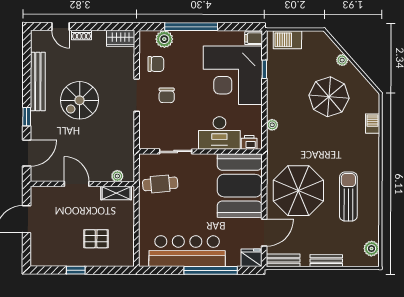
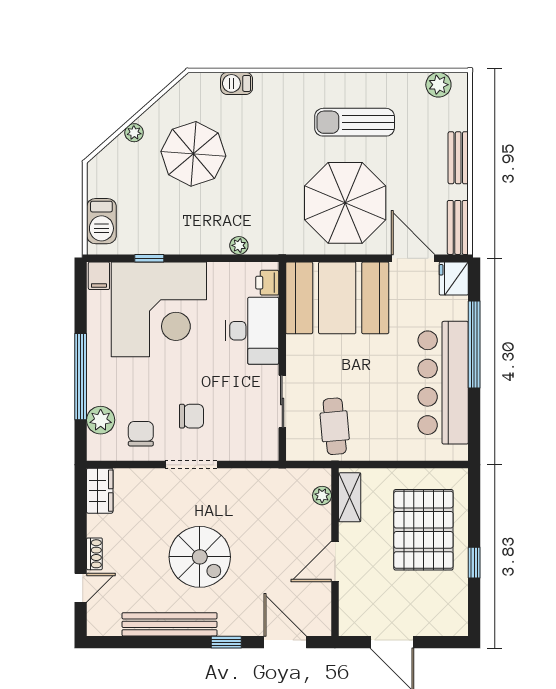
pallet: (96, 239) -> (423, 530), width x2.05, depth x2.00

